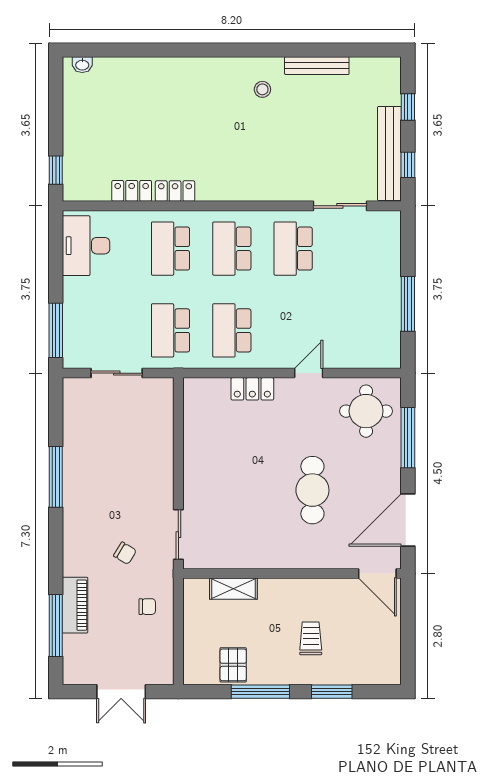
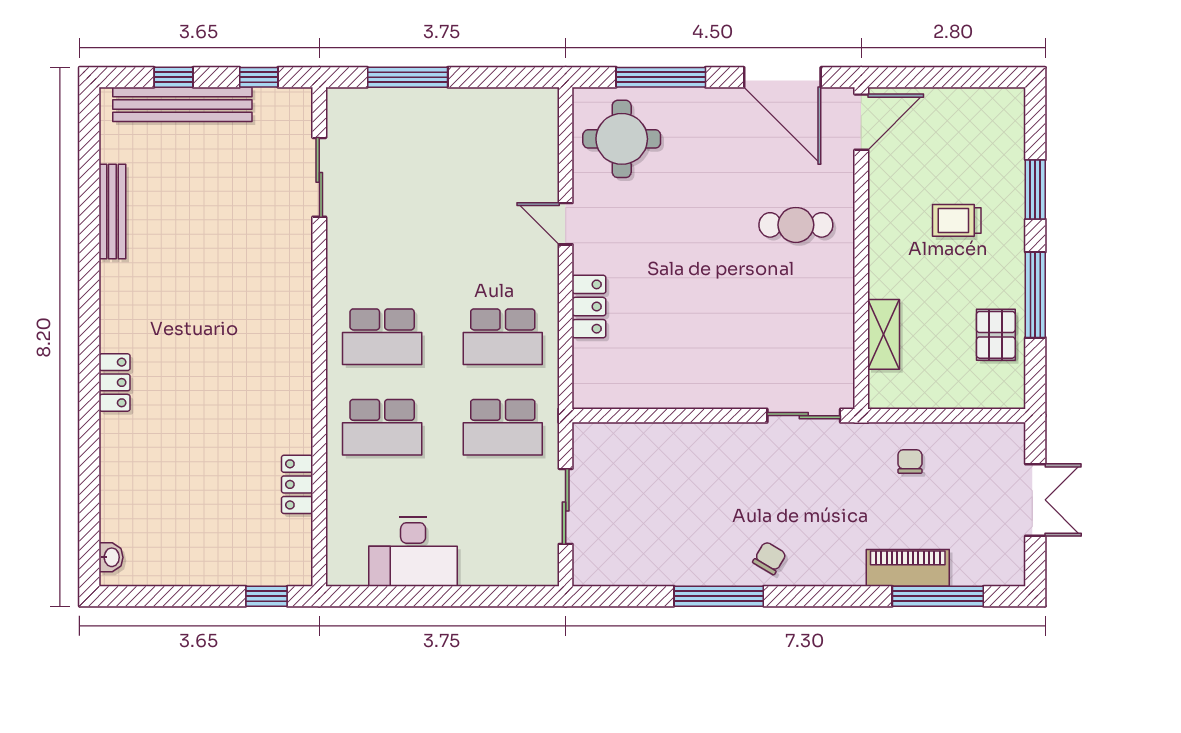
stool: (262, 89) -> (147, 292), removed
bench: (389, 153) -> (182, 104), moved
locker: (175, 191) -> (115, 382), moved, turned 180
desk: (86, 246) -> (413, 552), moved
school desk: (293, 249) -> (382, 246), removed
window: (408, 304) -> (408, 77), moved
window: (56, 330) -> (503, 596), removed
cafe table: (312, 490) -> (796, 225), moved, width x0.73, depth x0.74
chair: (125, 553) -> (769, 558), moved
pallet: (233, 665) -> (996, 335), turned 90

